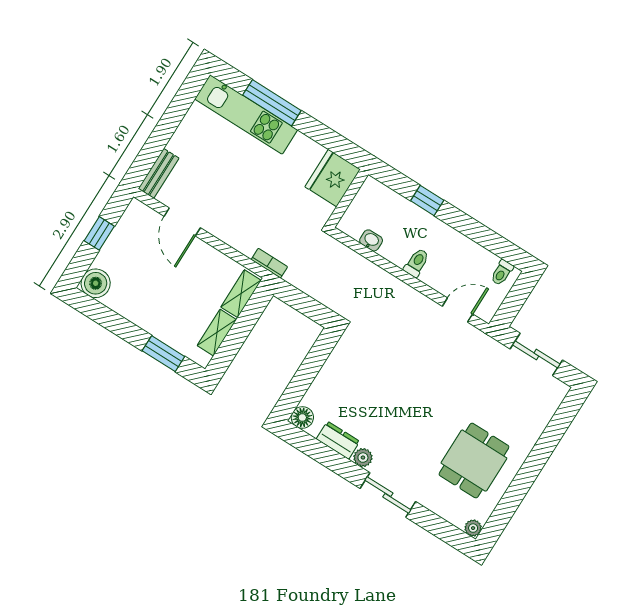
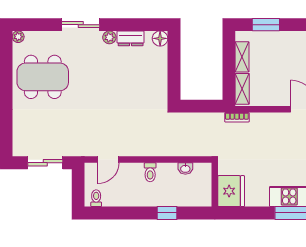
dining table: (474, 461) -> (43, 77), width x1.38

